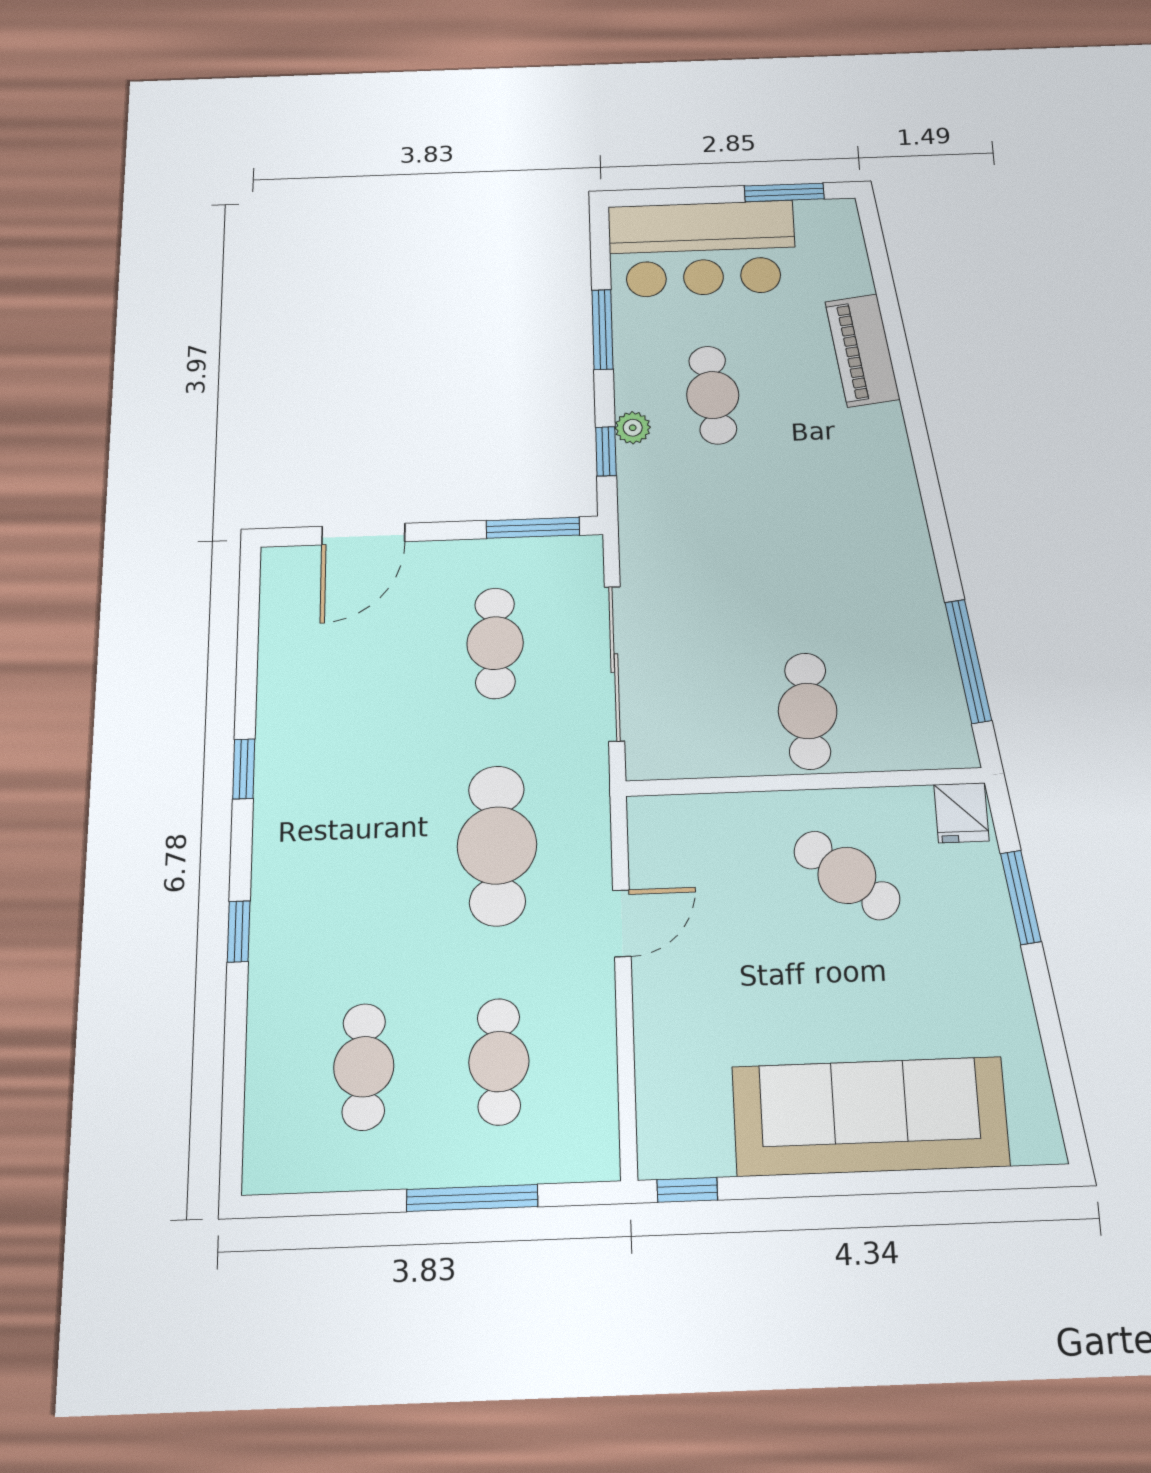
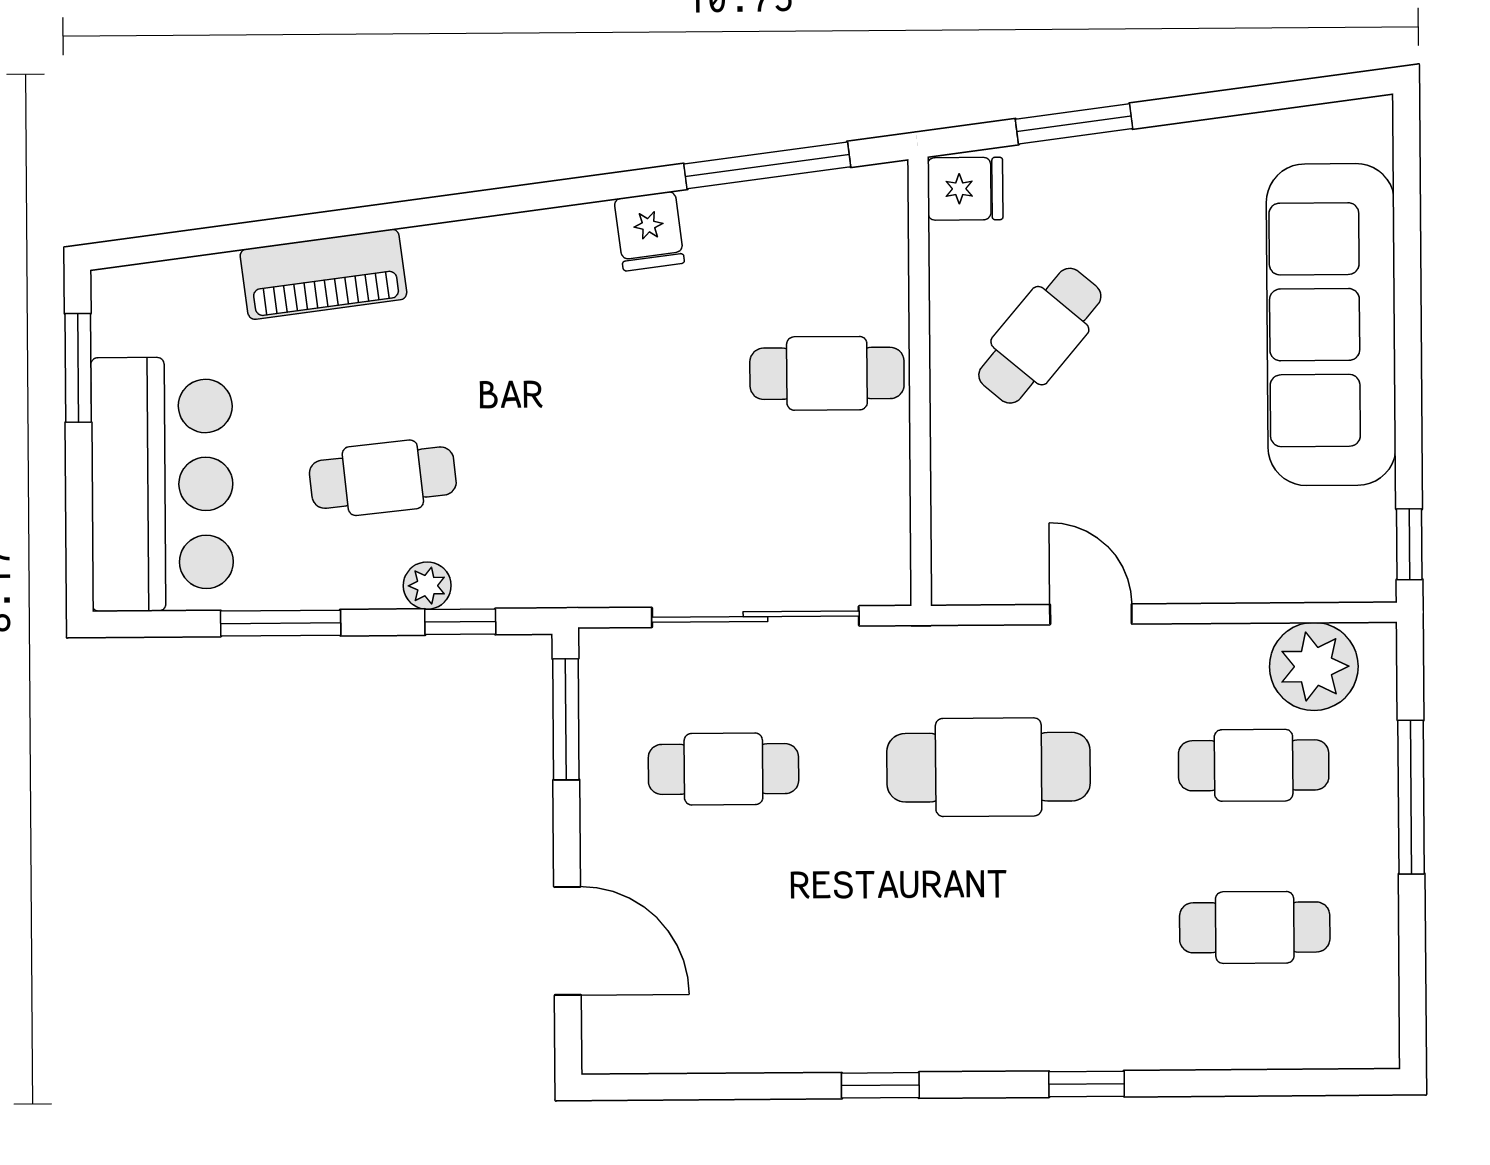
fridge: (911, 576) -> (649, 231), added
plant: (582, 1110) -> (1314, 666), added

